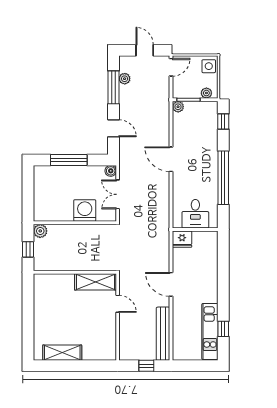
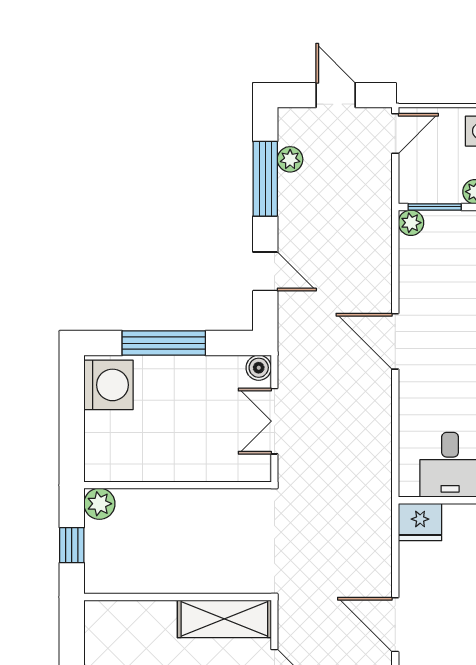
washing machine: (85, 210) -> (109, 385), moved, turned 90

